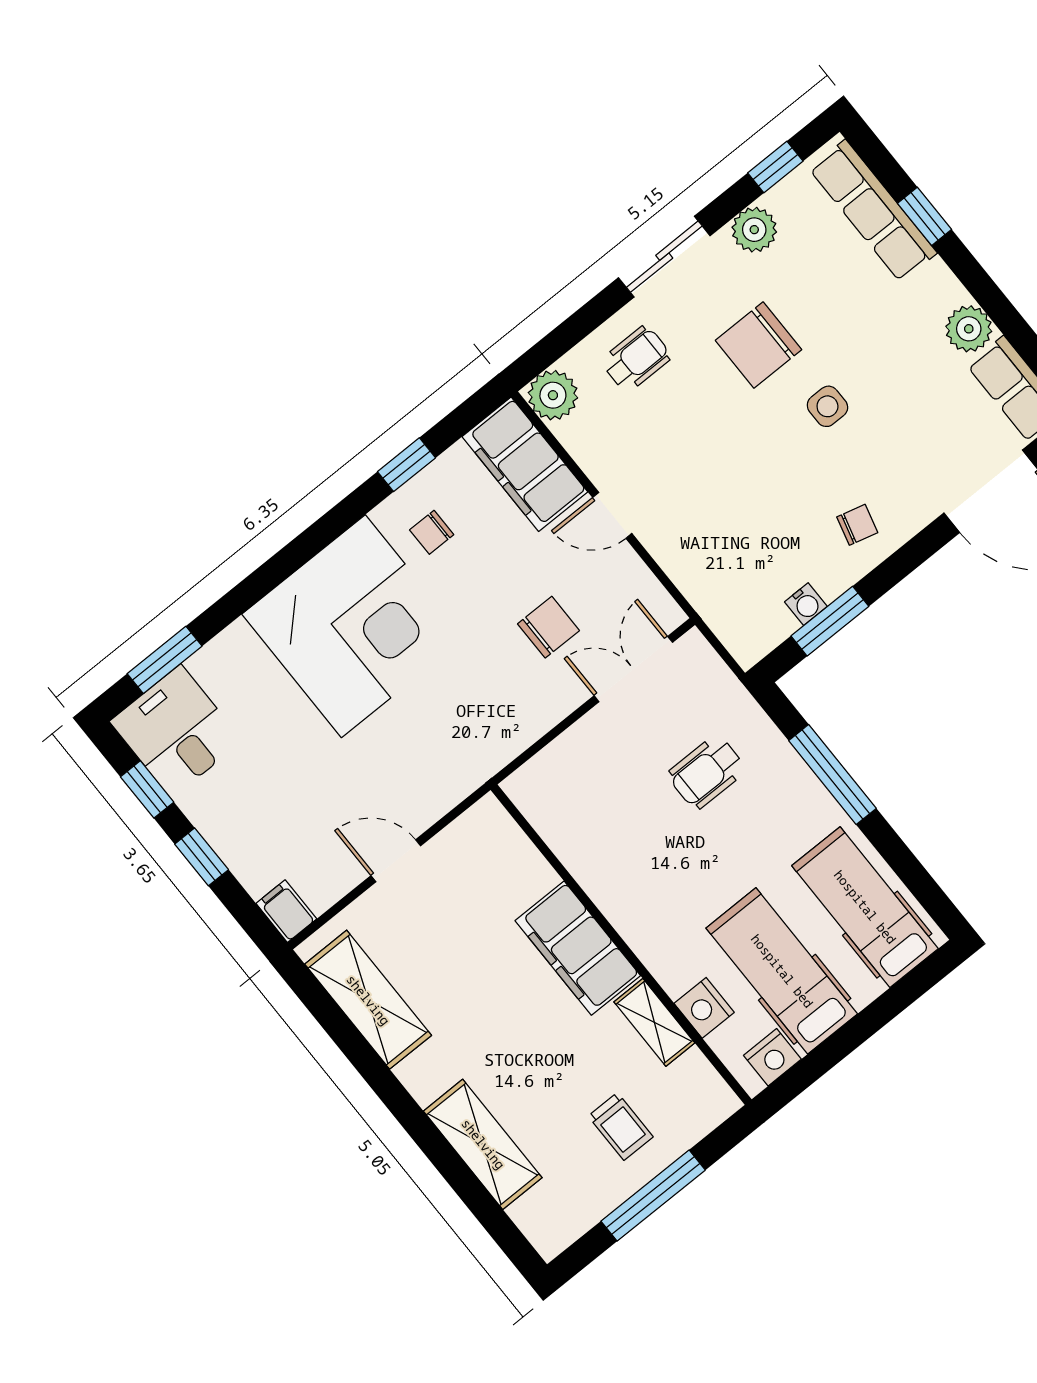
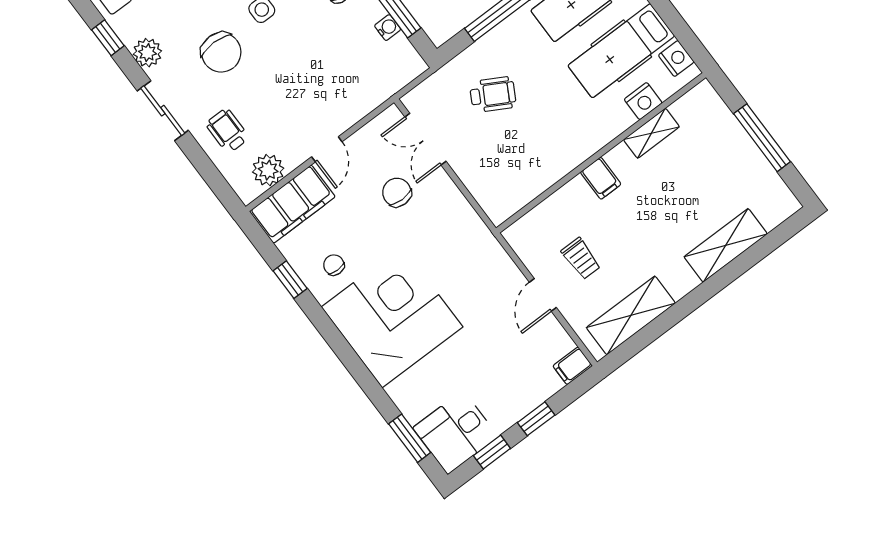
plant: (553, 395) -> (268, 170), moved
chair: (432, 532) -> (334, 265), turned 180
wheelchair: (707, 772) -> (493, 94), turned -61
filing cabinet: (578, 948) -> (601, 178), width x0.33, depth x0.86
trolley: (621, 1126) -> (581, 259), moved, turned 90

